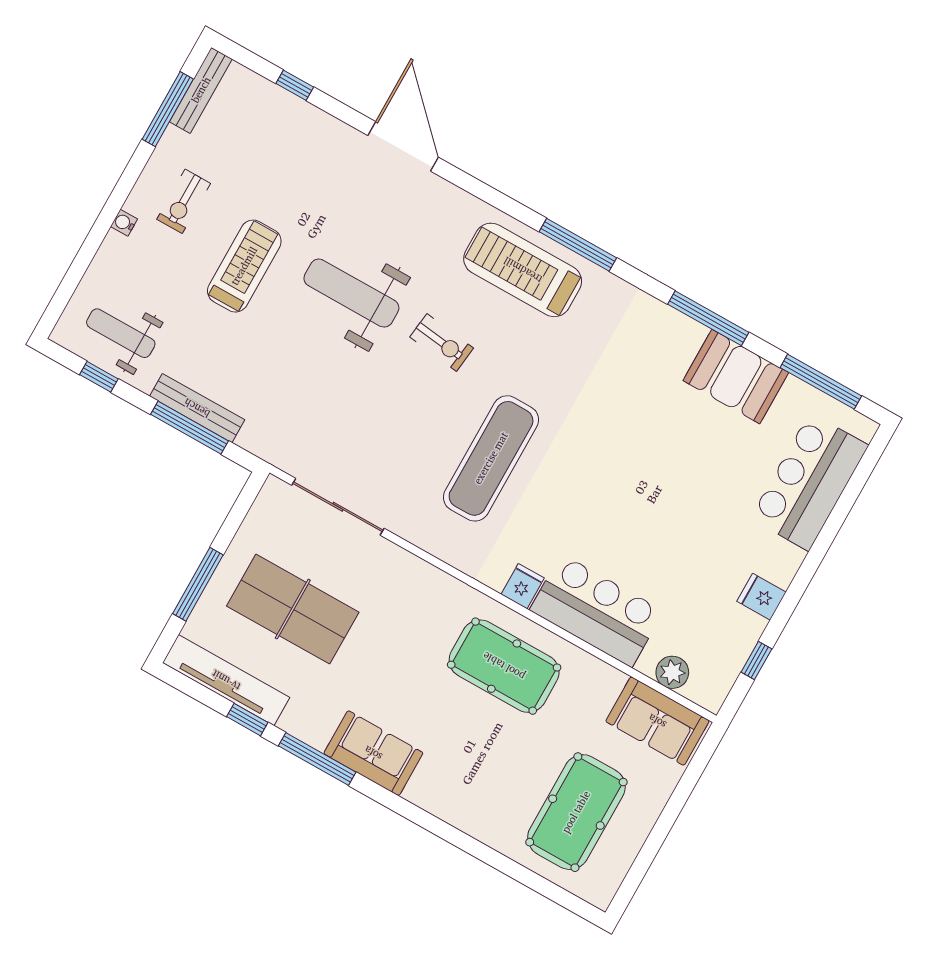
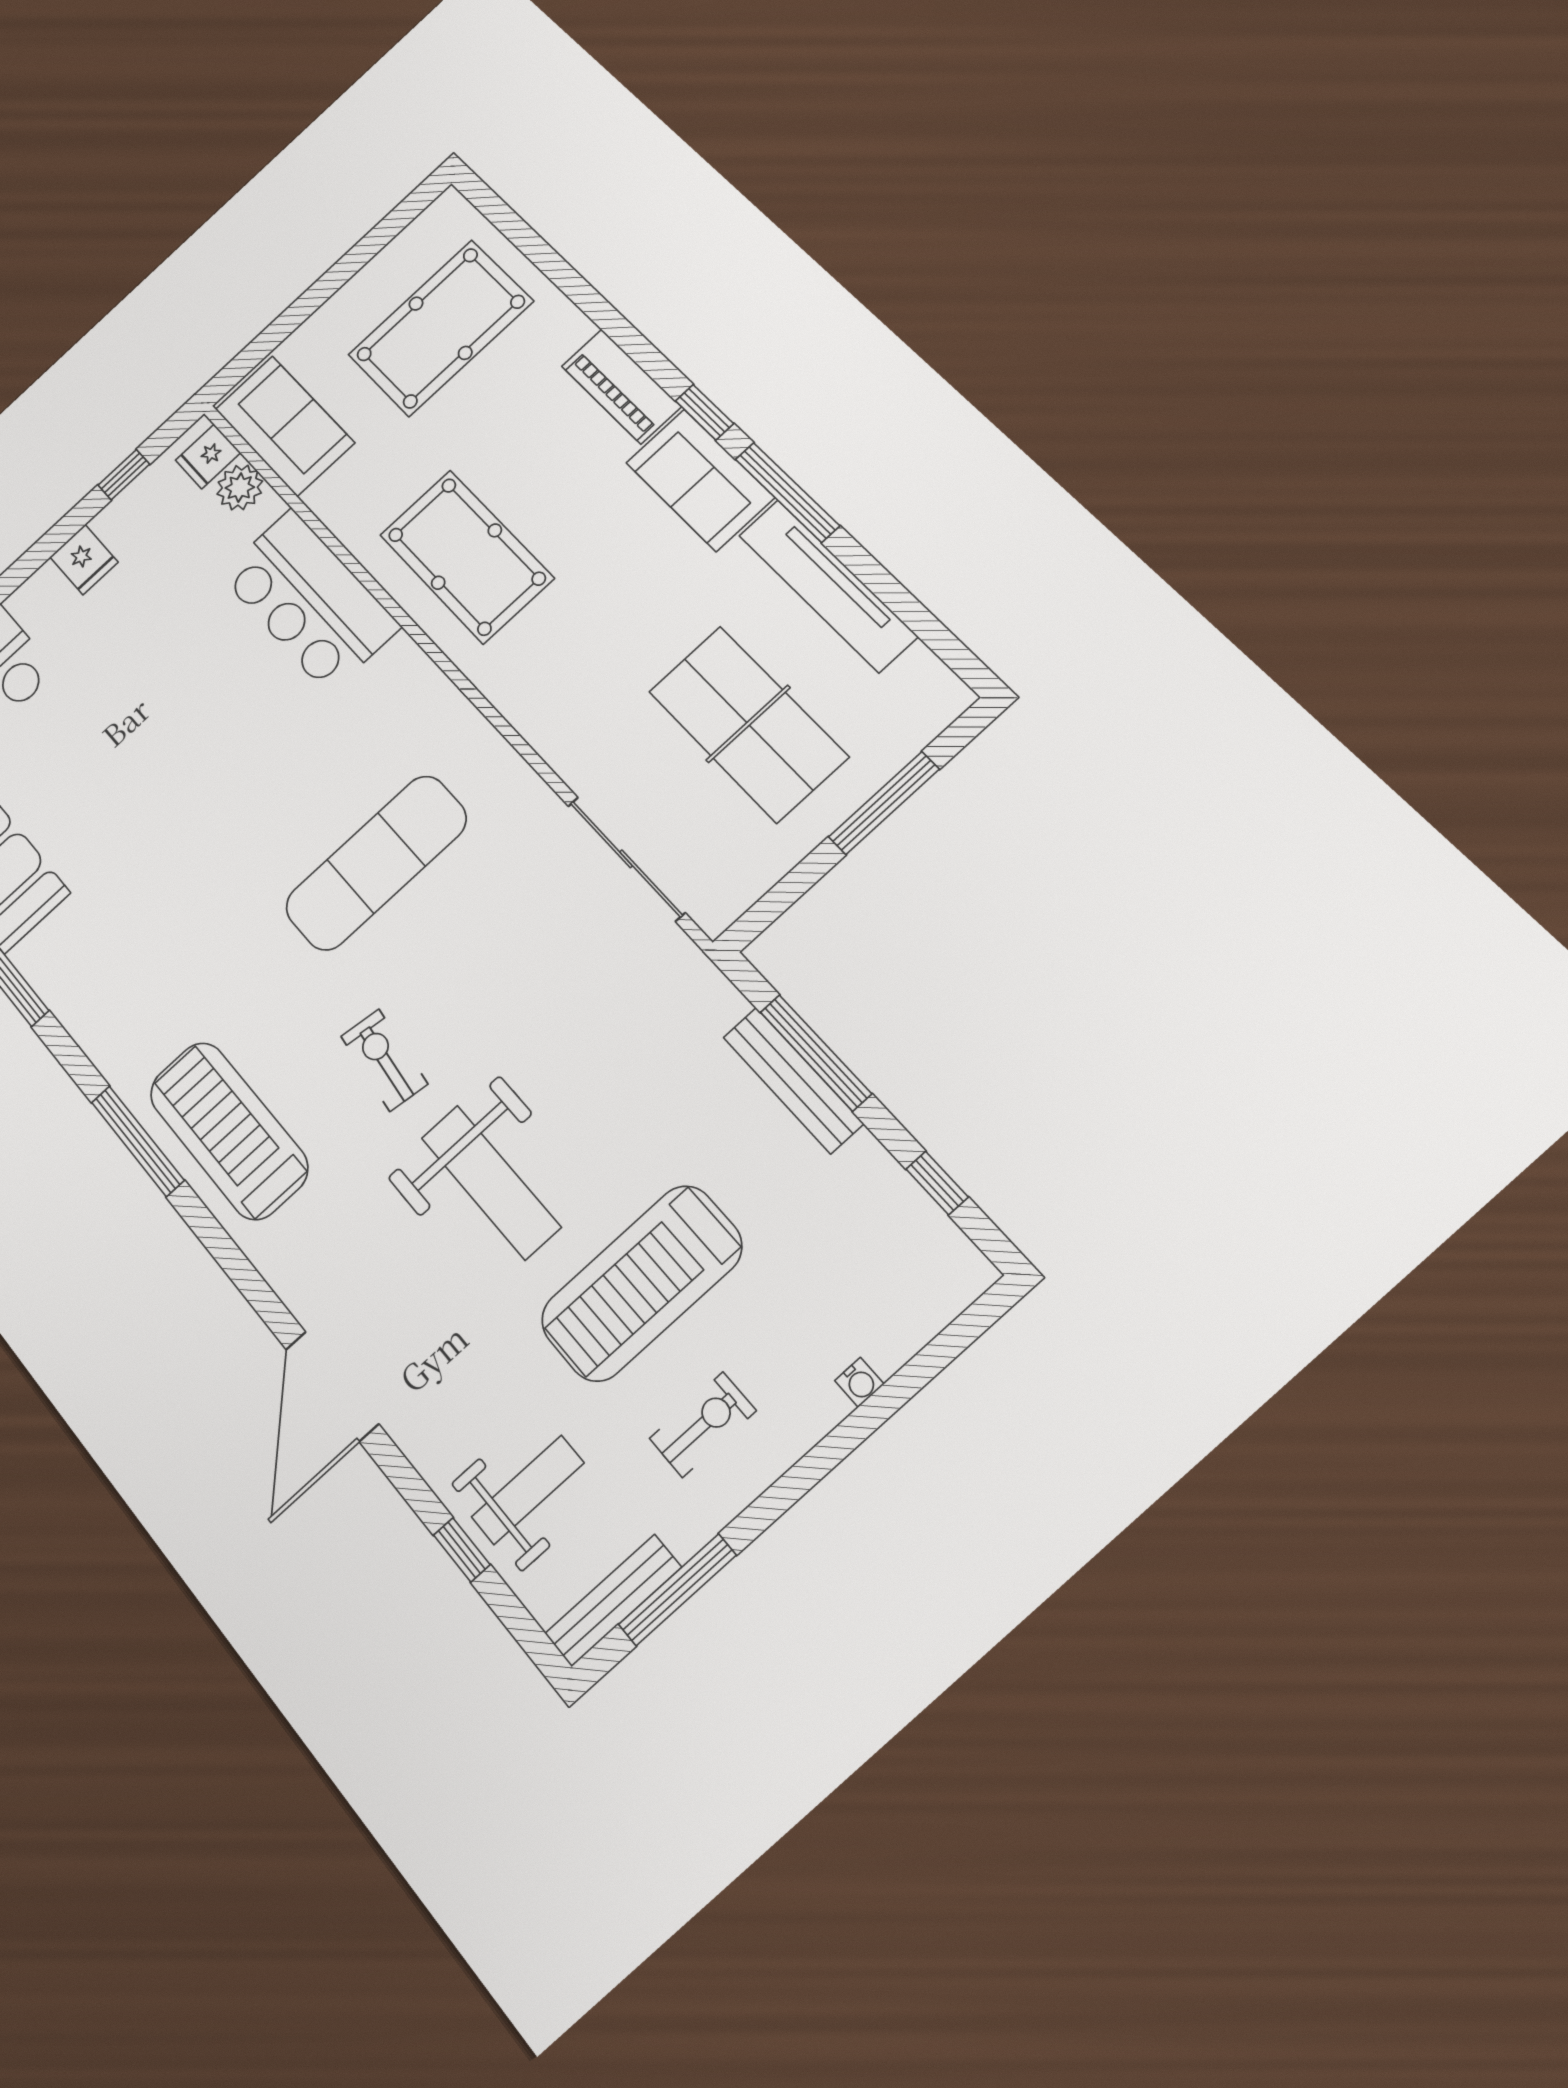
water cooler: (124, 223) -> (859, 1382), moved
treadmill: (244, 266) -> (641, 1283), width x1.37, depth x1.38
treadmill: (523, 270) -> (229, 1131), turned 180
weight bench: (121, 333) -> (528, 1490), moved, turned -90
fridge: (523, 586) -> (208, 456), moved
tv unit: (226, 680) -> (828, 586), moved
window: (247, 720) -> (704, 412), moved
piano: (444, 801) -> (621, 386), added

